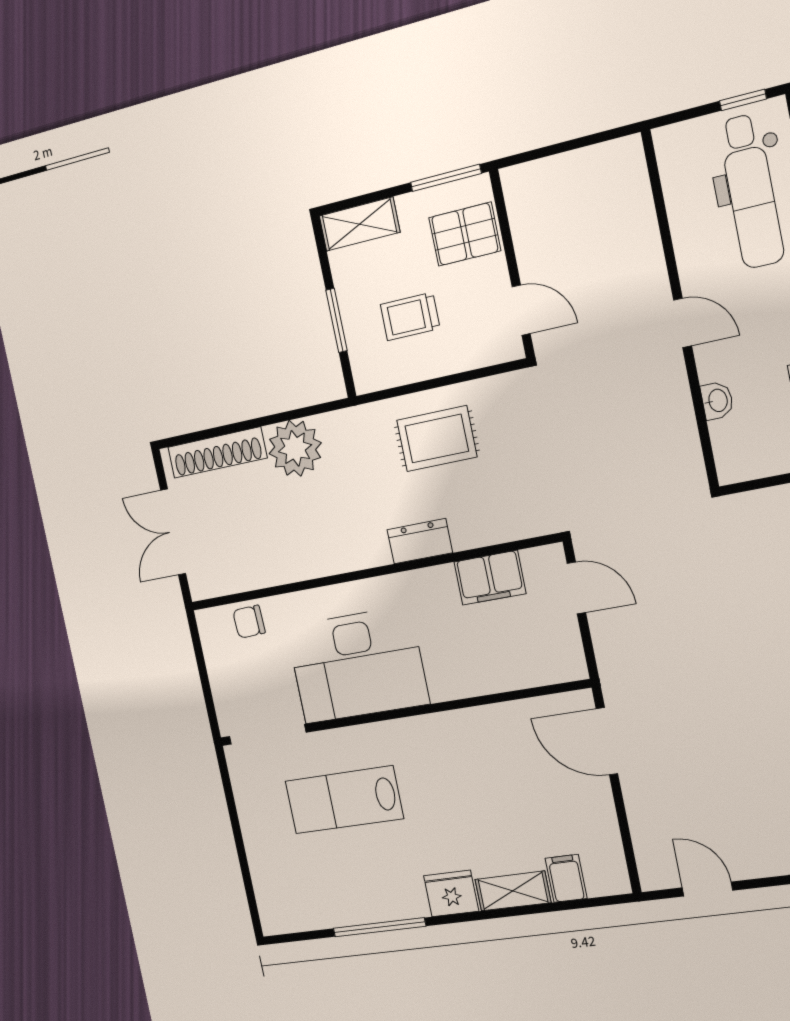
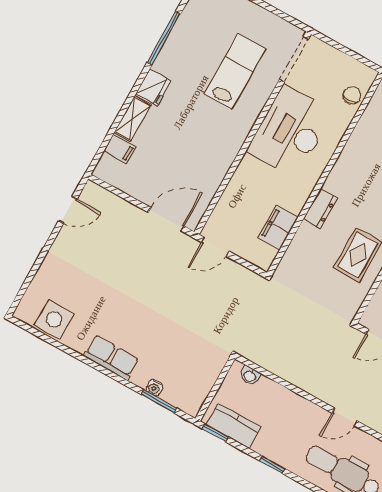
door: (683, 323) -> (345, 417), moved
washbasin: (717, 401) -> (250, 376), moved
door: (576, 588) -> (215, 247), moved

